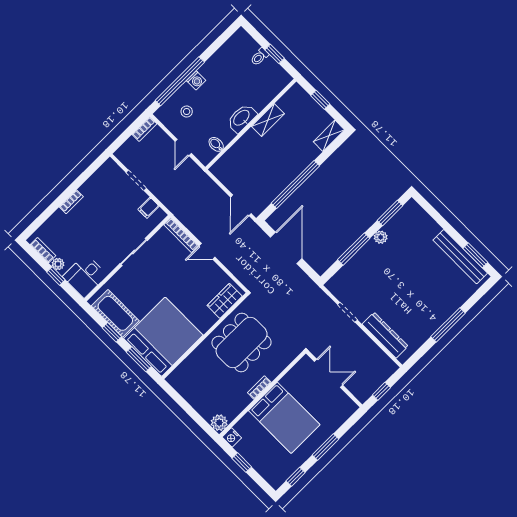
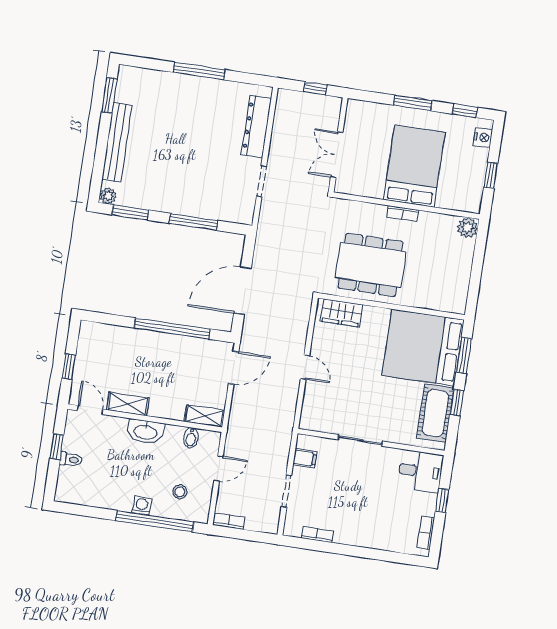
door: (282, 93) -> (90, 410), added
shelving: (329, 136) -> (205, 416), moved
bookcase: (71, 202) -> (317, 534), moved
bookcase: (181, 235) -> (308, 405), removed
plant: (381, 237) -> (108, 196), moved
bench: (460, 257) -> (117, 142), moved
plant: (58, 264) -> (428, 507), removed
nightstand: (232, 437) -> (483, 137), moved

